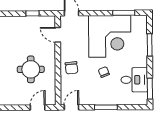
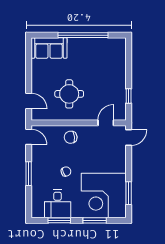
corner desk: (110, 36) -> (104, 196), moved
window: (150, 89) -> (59, 220), moved

